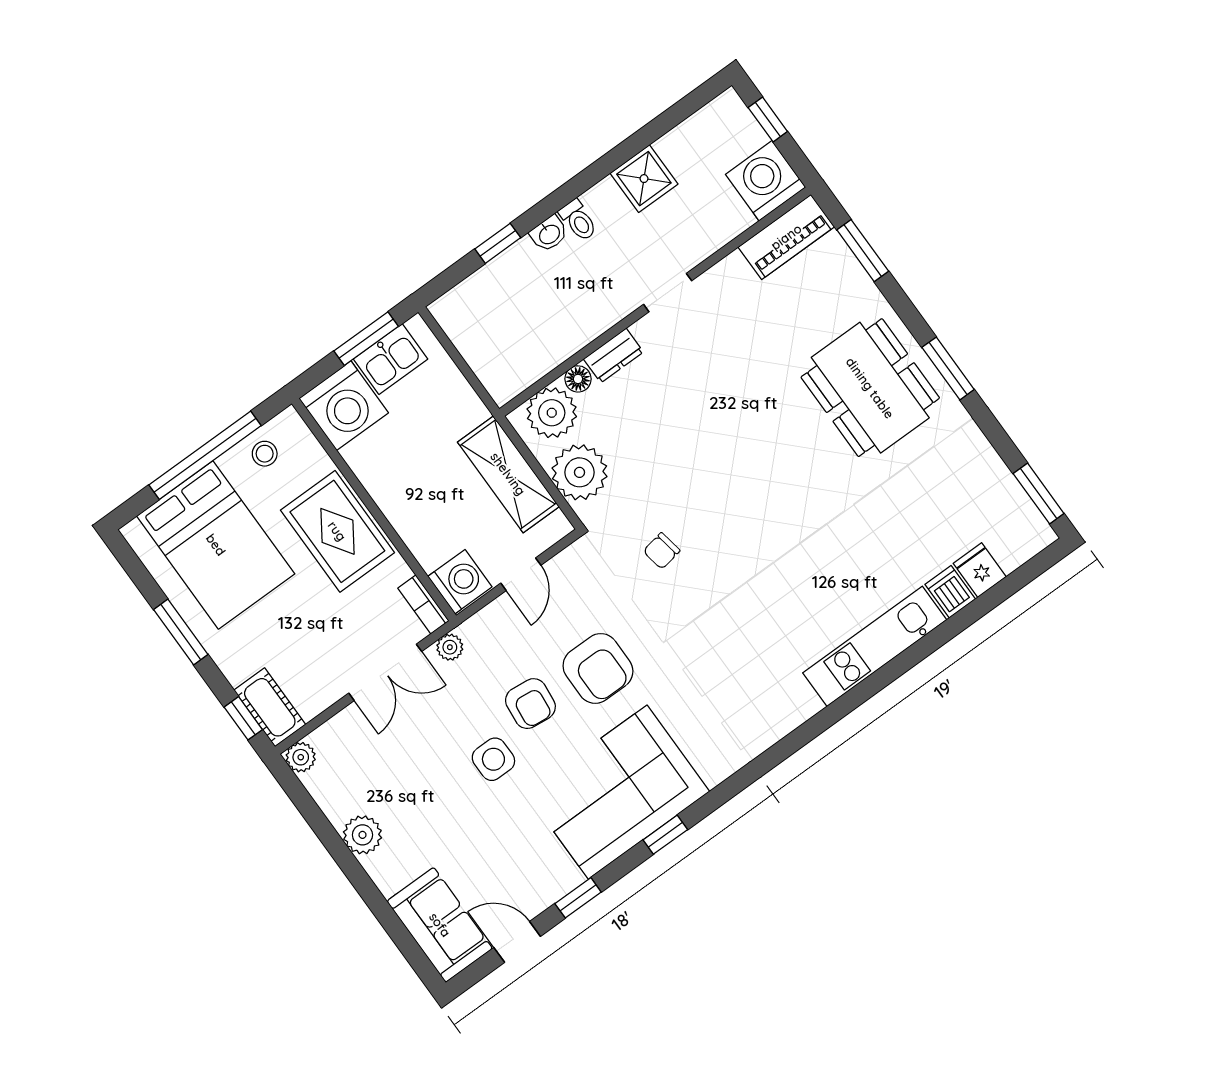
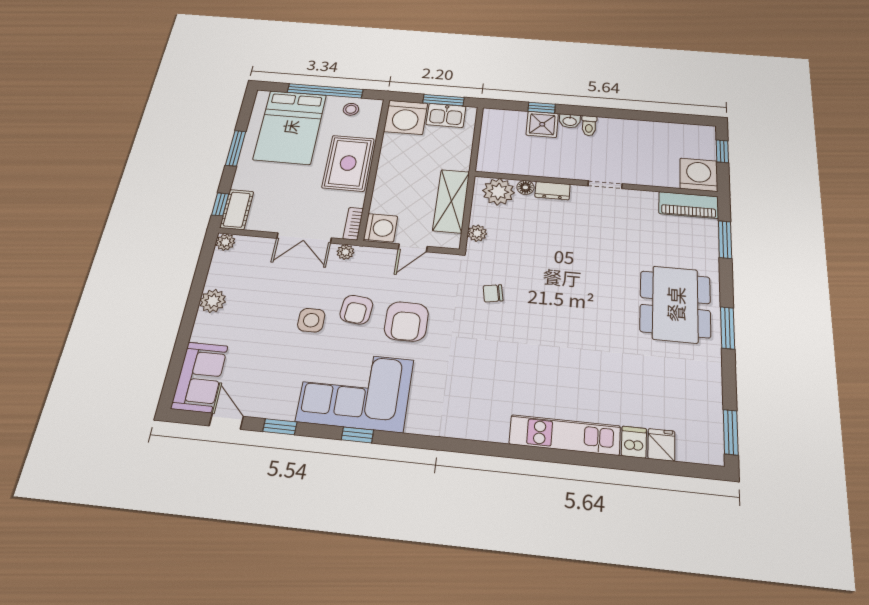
shower: (644, 179) -> (542, 124), moved
plant: (580, 472) -> (477, 233), width x0.53, depth x0.53

